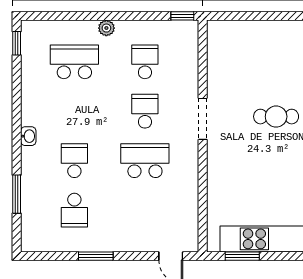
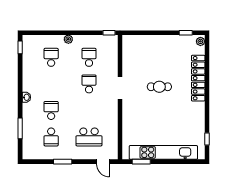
school desk: (74, 62) -> (51, 57), width x0.54
school desk: (145, 161) -> (89, 137), moved, turned 180

